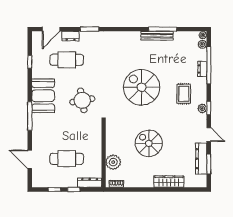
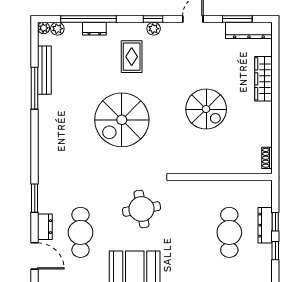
bench: (157, 36) -> (44, 70), moved
rug: (184, 94) -> (132, 57), turned 90
spiral stairs: (149, 143) -> (206, 109), turned -90
dresser: (201, 159) -> (249, 30), moved
plant: (113, 162) -> (234, 162), removed
dresser: (90, 183) -> (265, 225), moved

